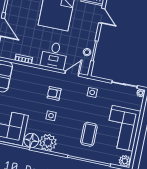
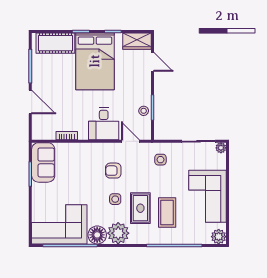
door: (72, 73) -> (130, 141), hinge flipped
rug: (69, 127) -> (140, 208), added

